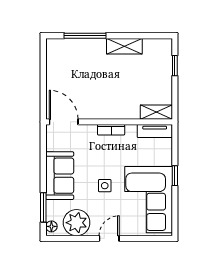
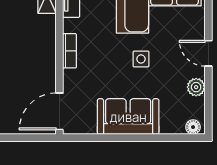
window: (43, 207) -> (169, 138), removed
plant: (77, 223) -> (196, 87), width x0.53, depth x0.53

